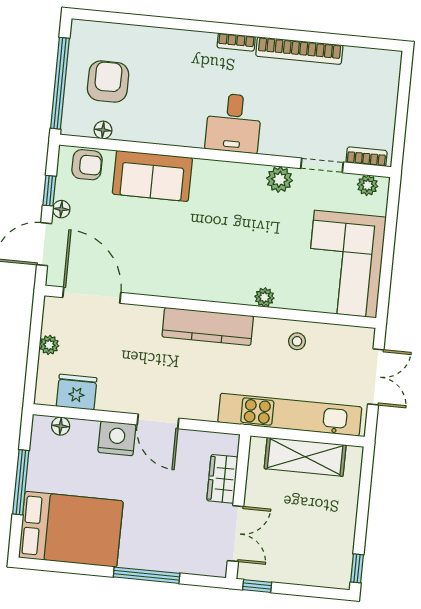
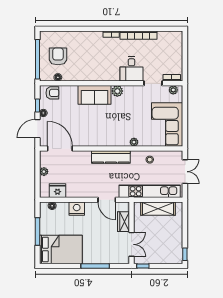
desk: (234, 123) -> (131, 69), moved
sofa: (152, 176) -> (94, 95), moved
plant: (279, 179) -> (117, 91), moved
door: (158, 421) -> (107, 200), moved

